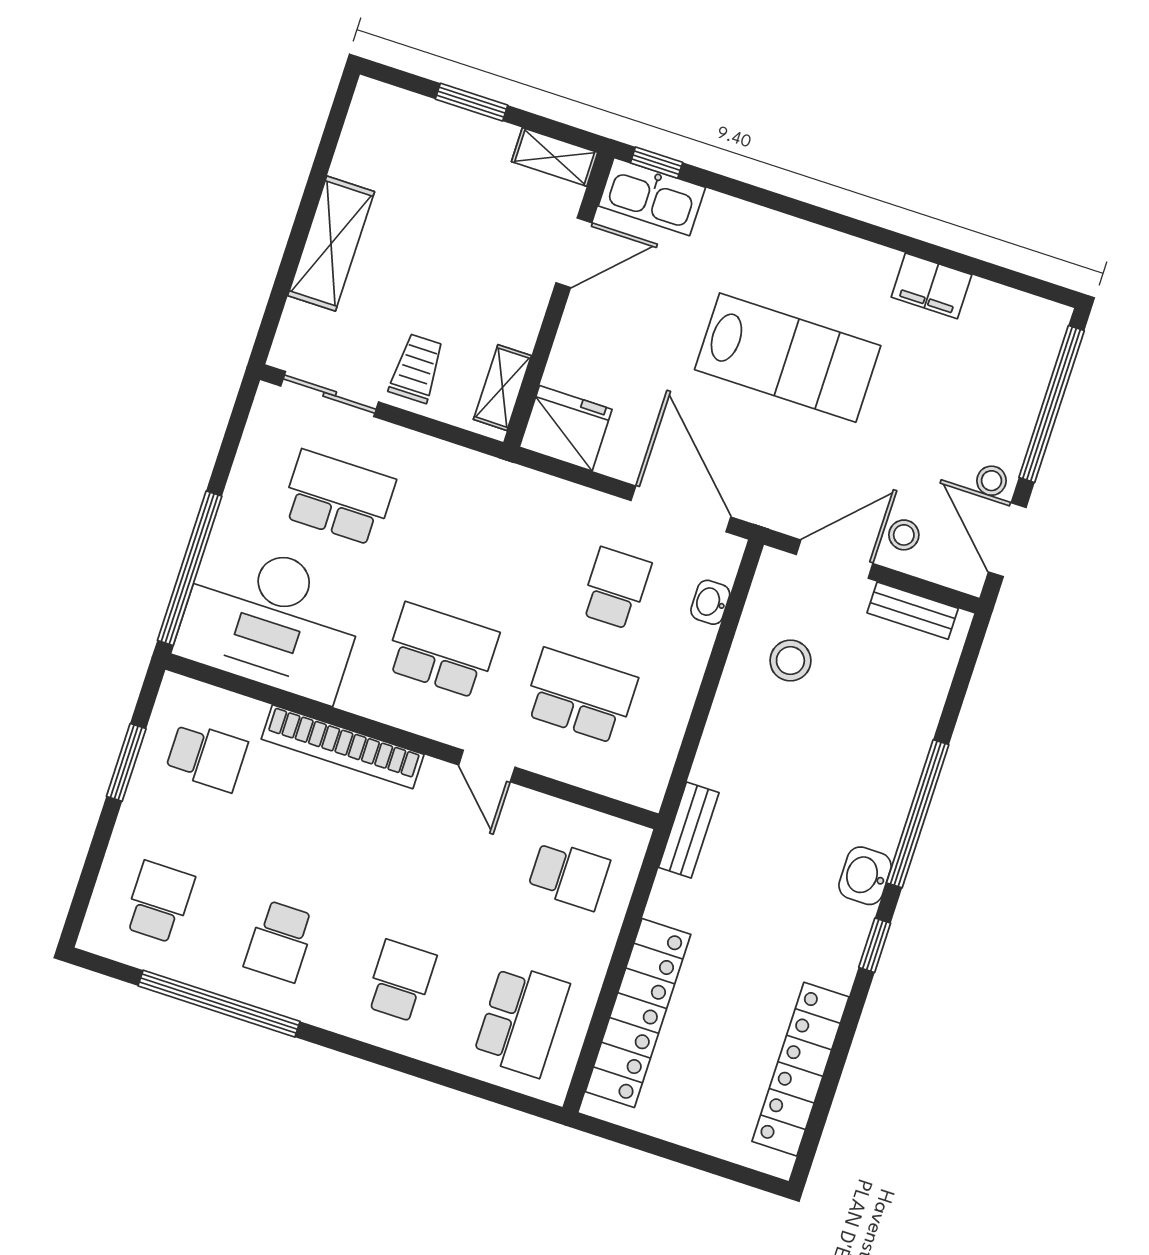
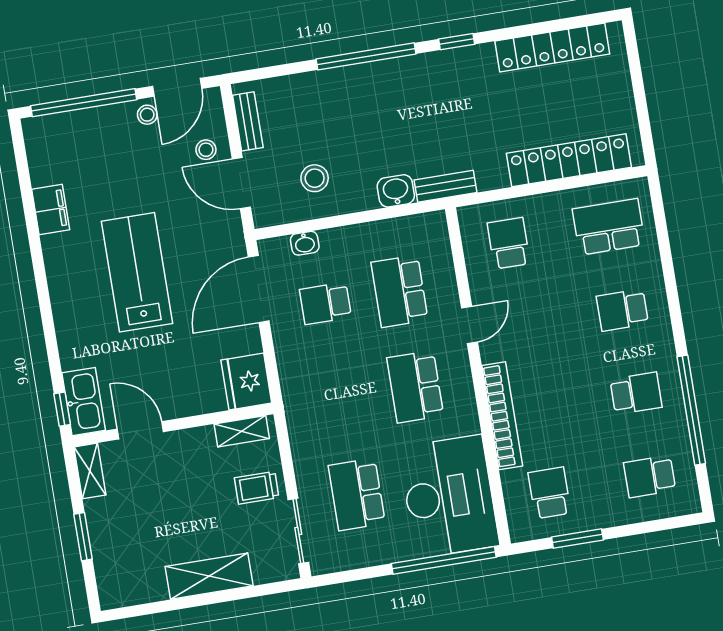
washbasin: (865, 876) -> (396, 191), moved, turned 180

